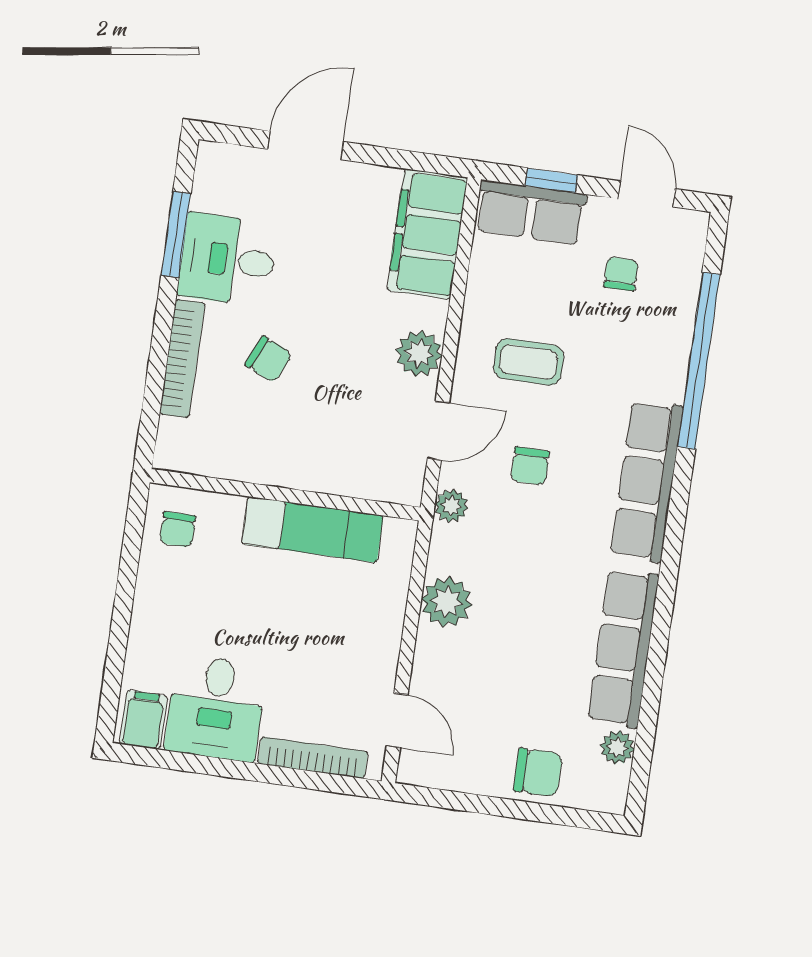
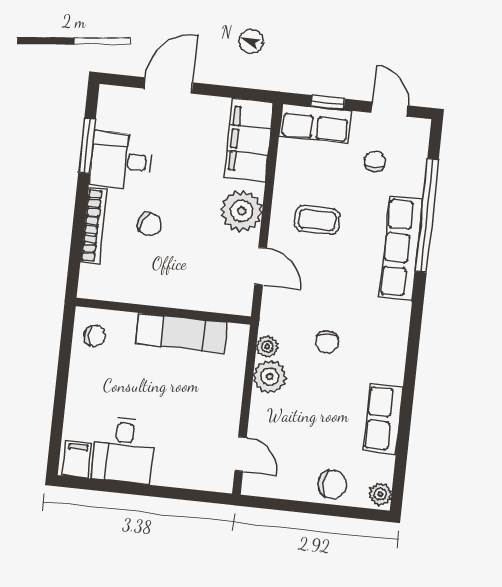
plant: (419, 353) -> (242, 211), width x1.36, depth x1.36
door: (438, 430) -> (261, 266), hinge flipped
chair: (530, 466) -> (327, 342), moved
row of seats: (647, 481) -> (401, 248), moved
plant: (451, 506) -> (267, 346), moved
chair: (178, 529) -> (95, 336), turned -90
row of seats: (623, 648) -> (383, 419), width x0.68
plant: (617, 747) -> (380, 494), moved
bookcase: (313, 758) -> (187, 480), removed

